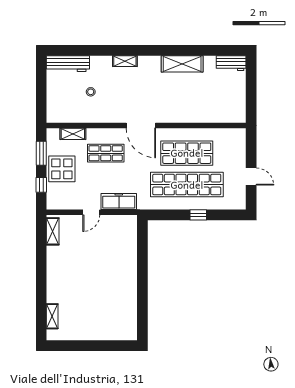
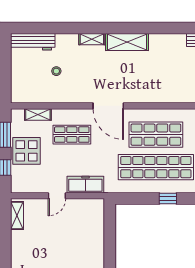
shelving: (182, 64) -> (127, 42), moved

